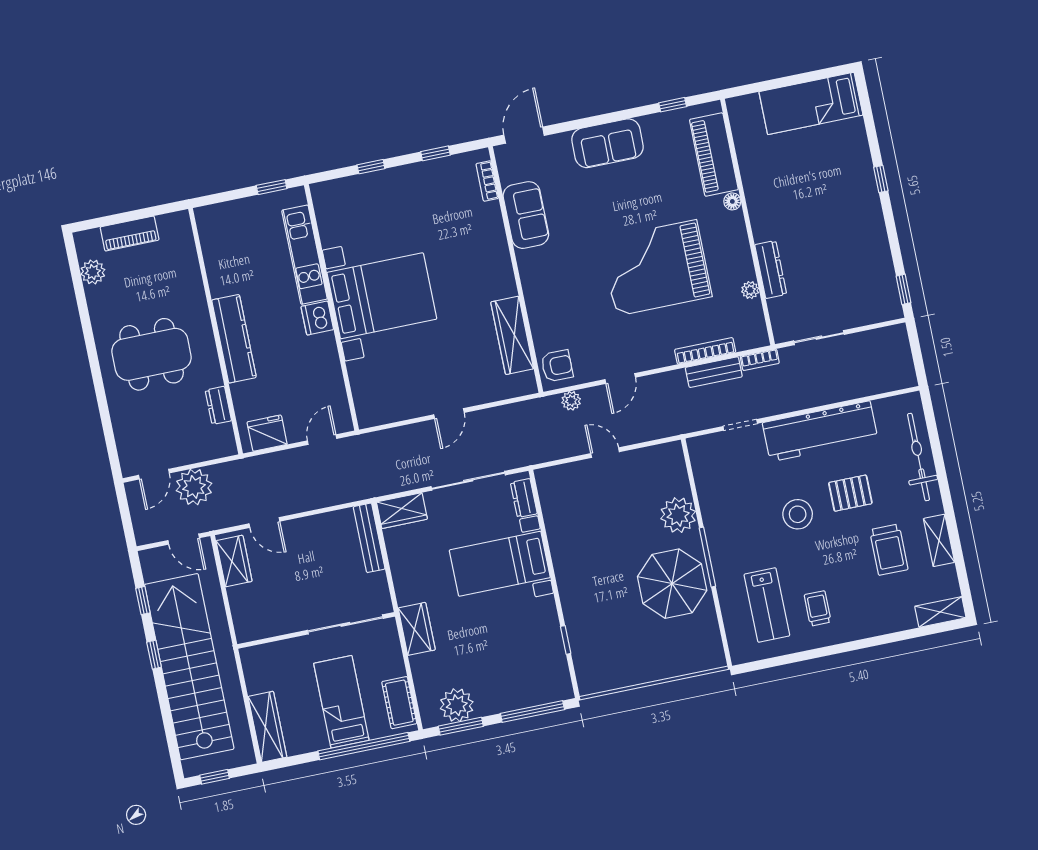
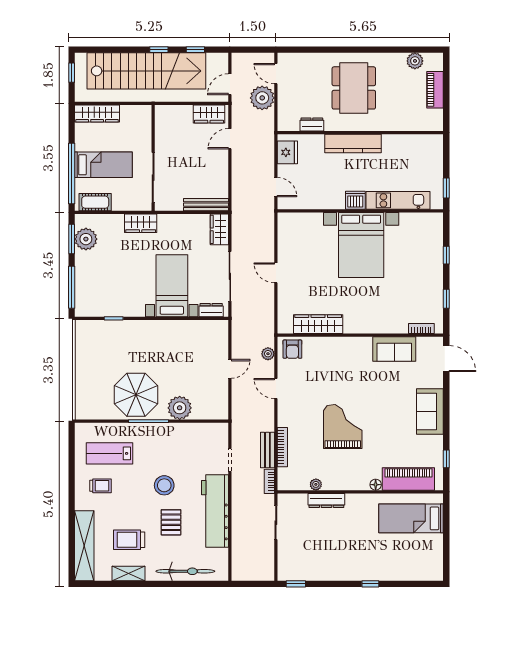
bed: (811, 103) -> (411, 518), moved, turned -90
grand piano: (656, 268) -> (343, 426), width x0.73, depth x0.68
shelving: (940, 612) -> (84, 546), width x2.20, depth x1.33

